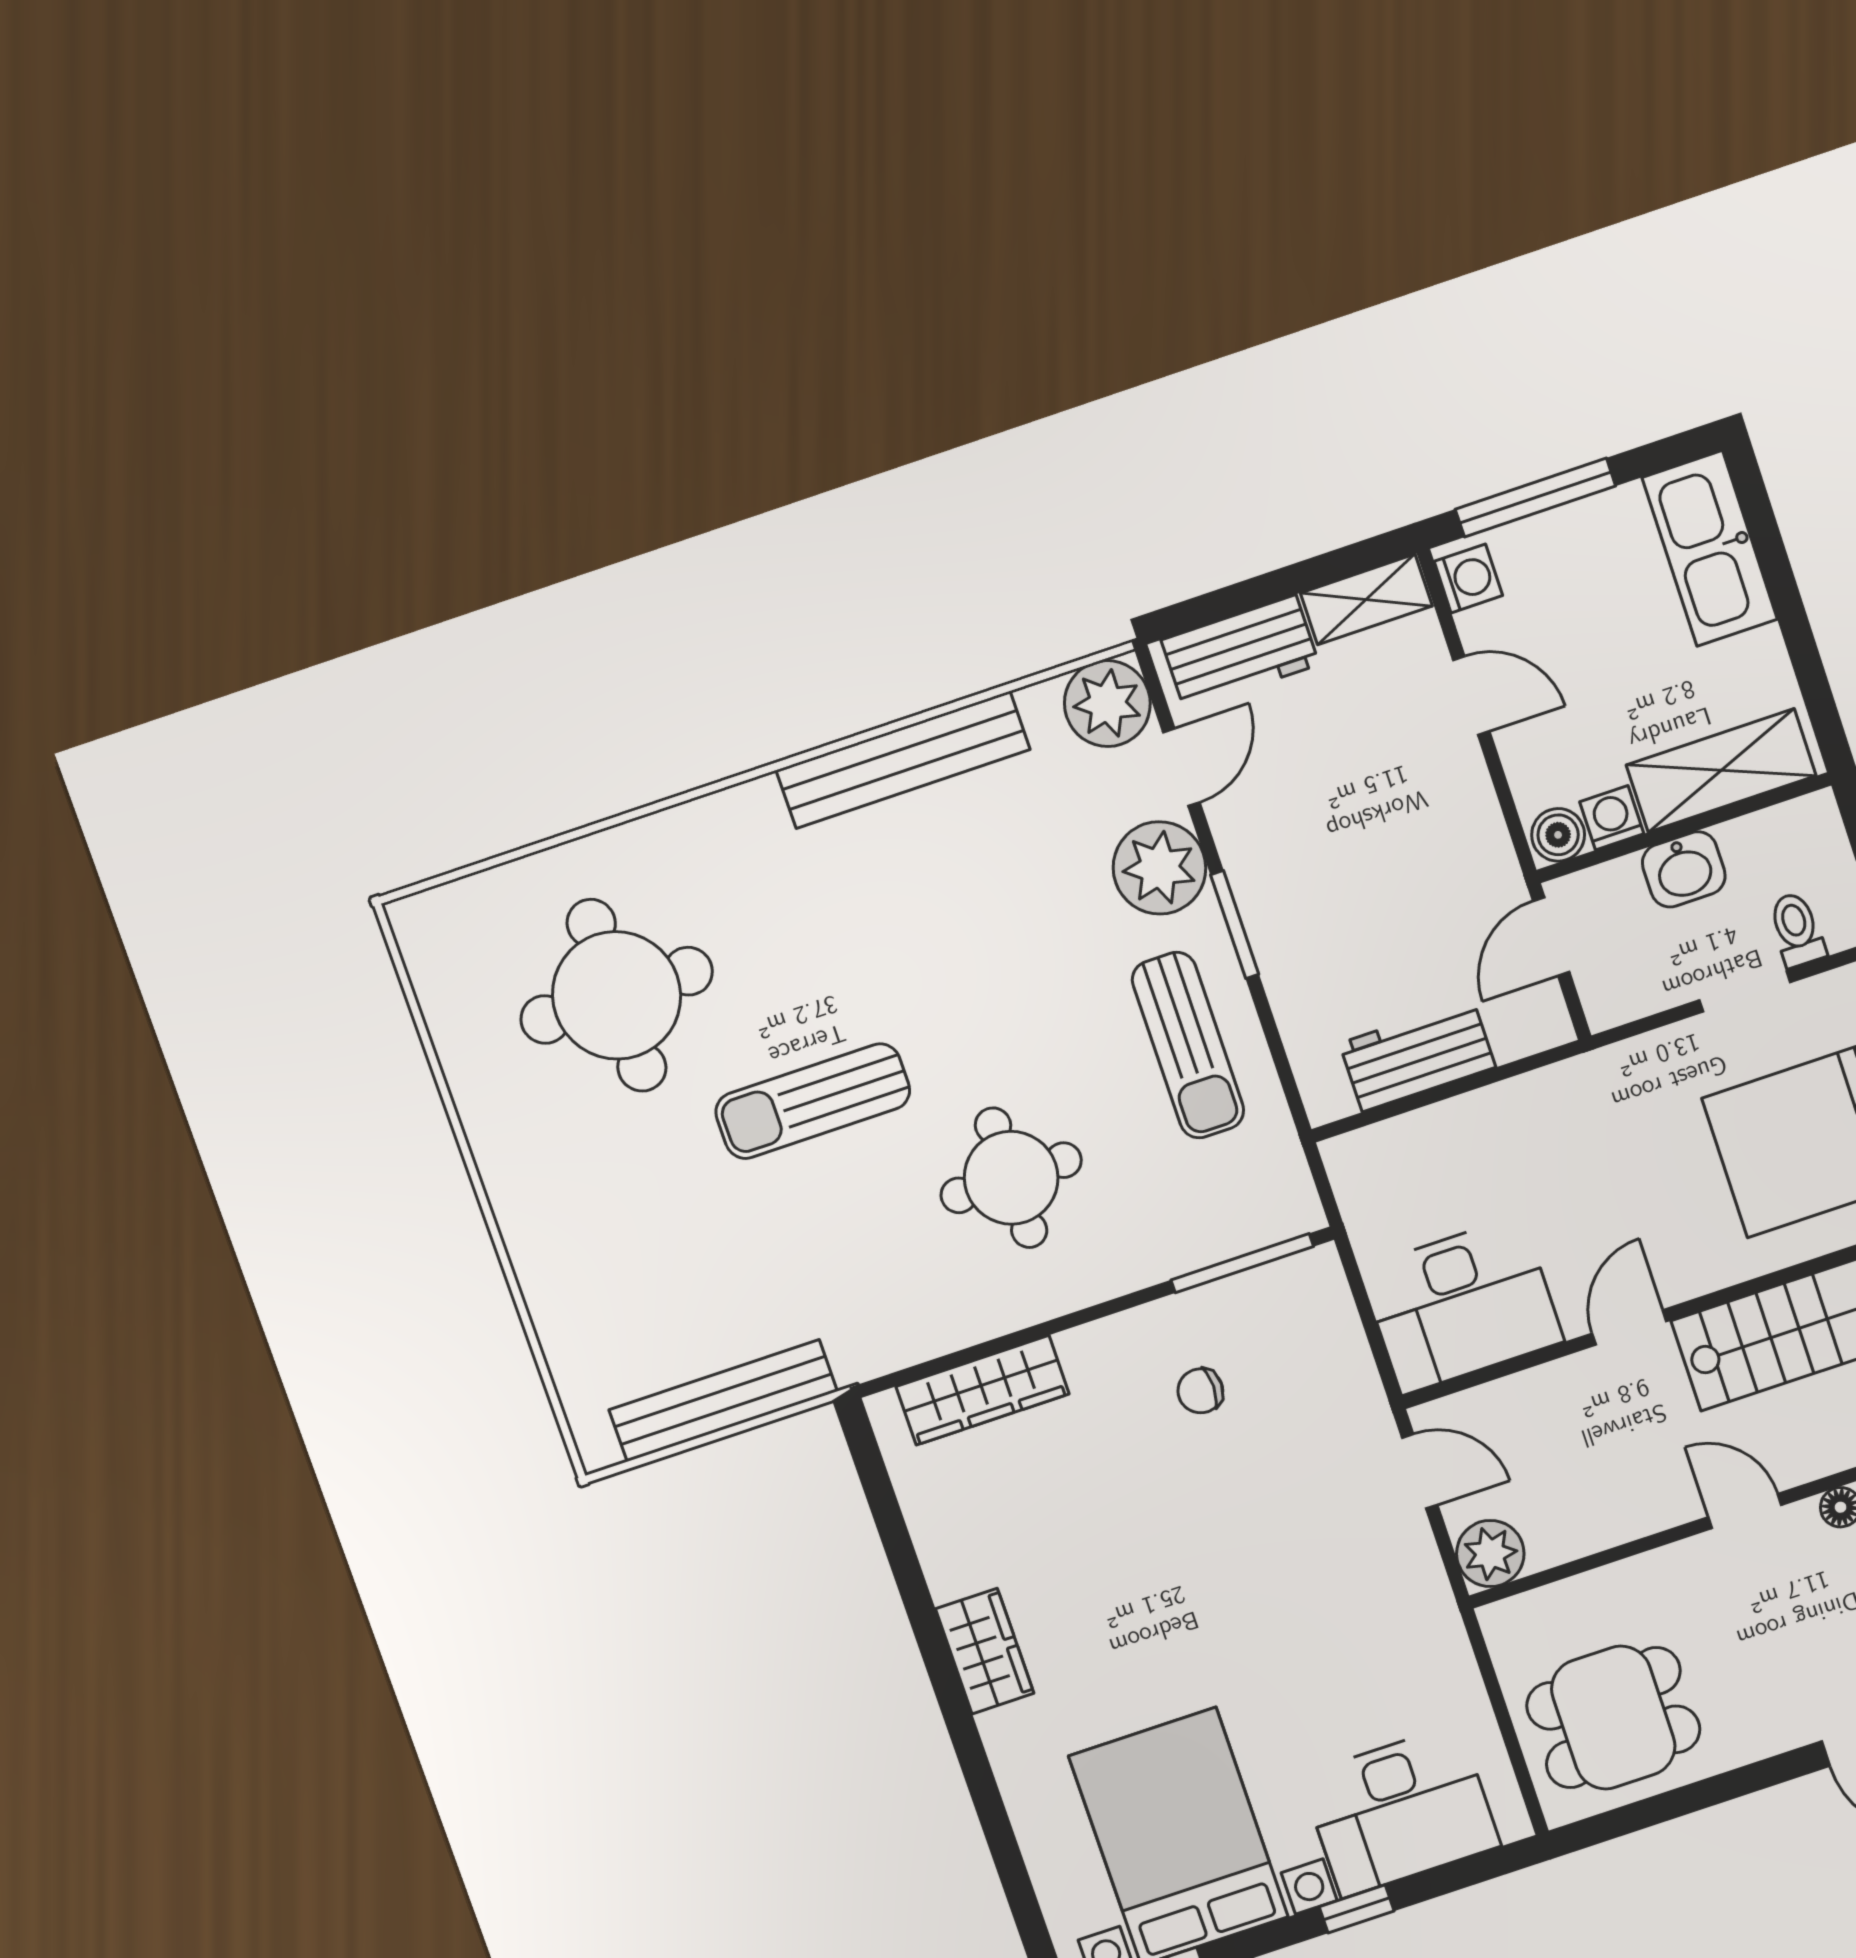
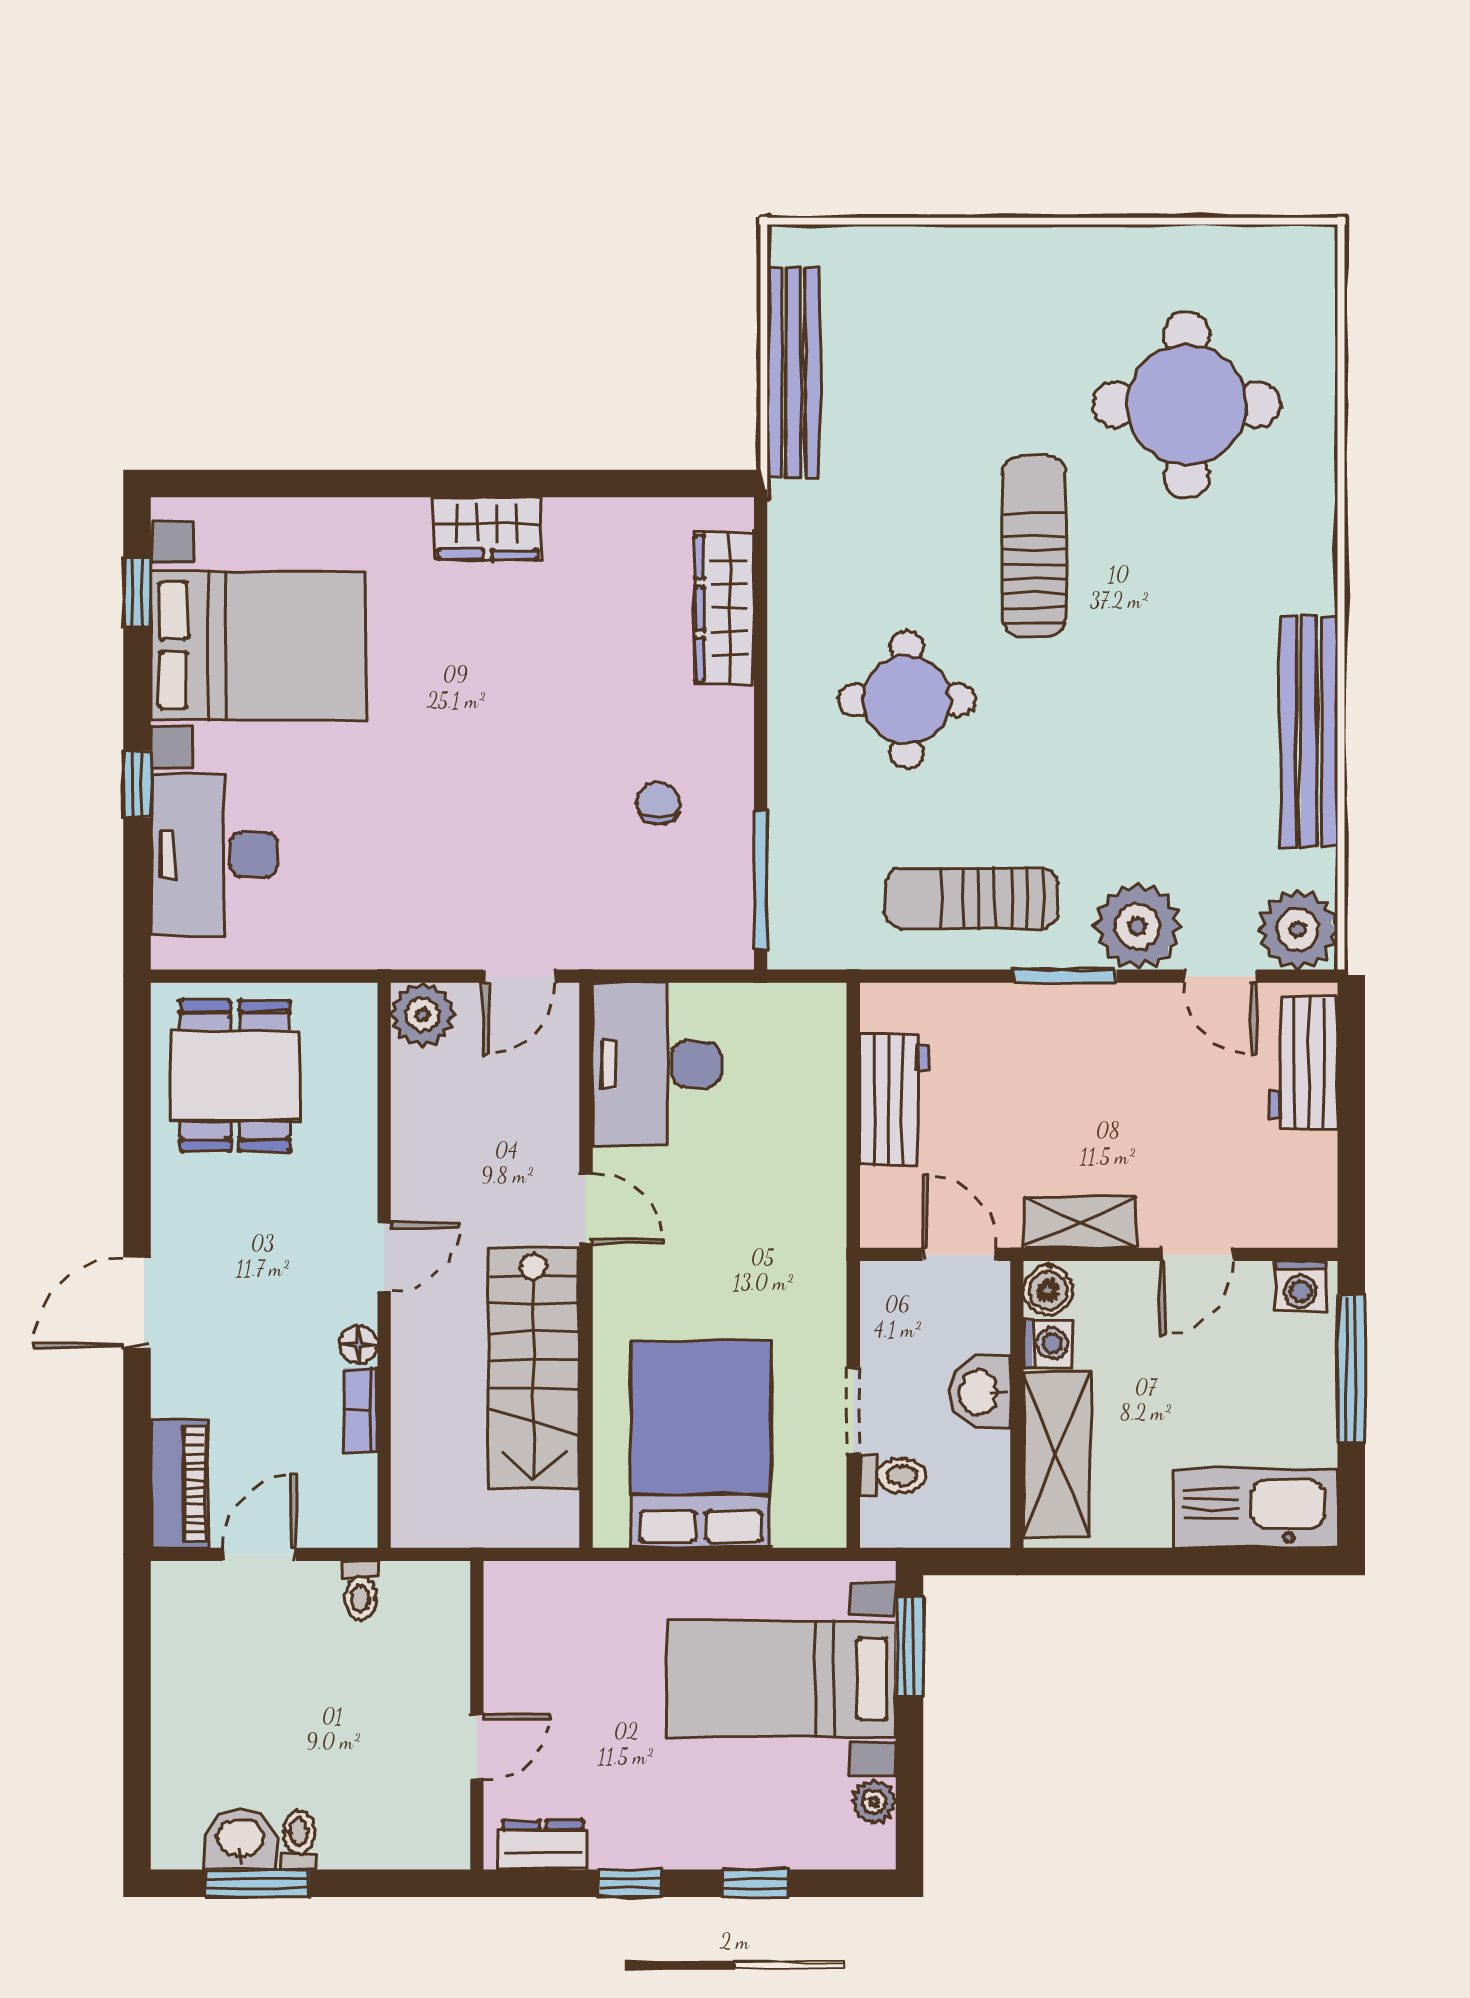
shelving: (1366, 599) -> (1080, 1222), moved, turned 90

